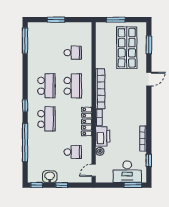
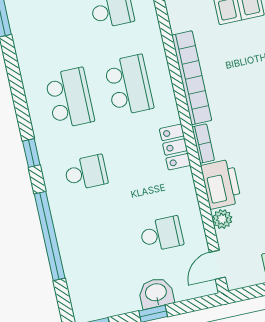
school desk: (46, 119) -> (86, 173), width x0.54
locker: (87, 122) -> (175, 147), width x0.66
washbasin: (50, 177) -> (156, 293), moved

